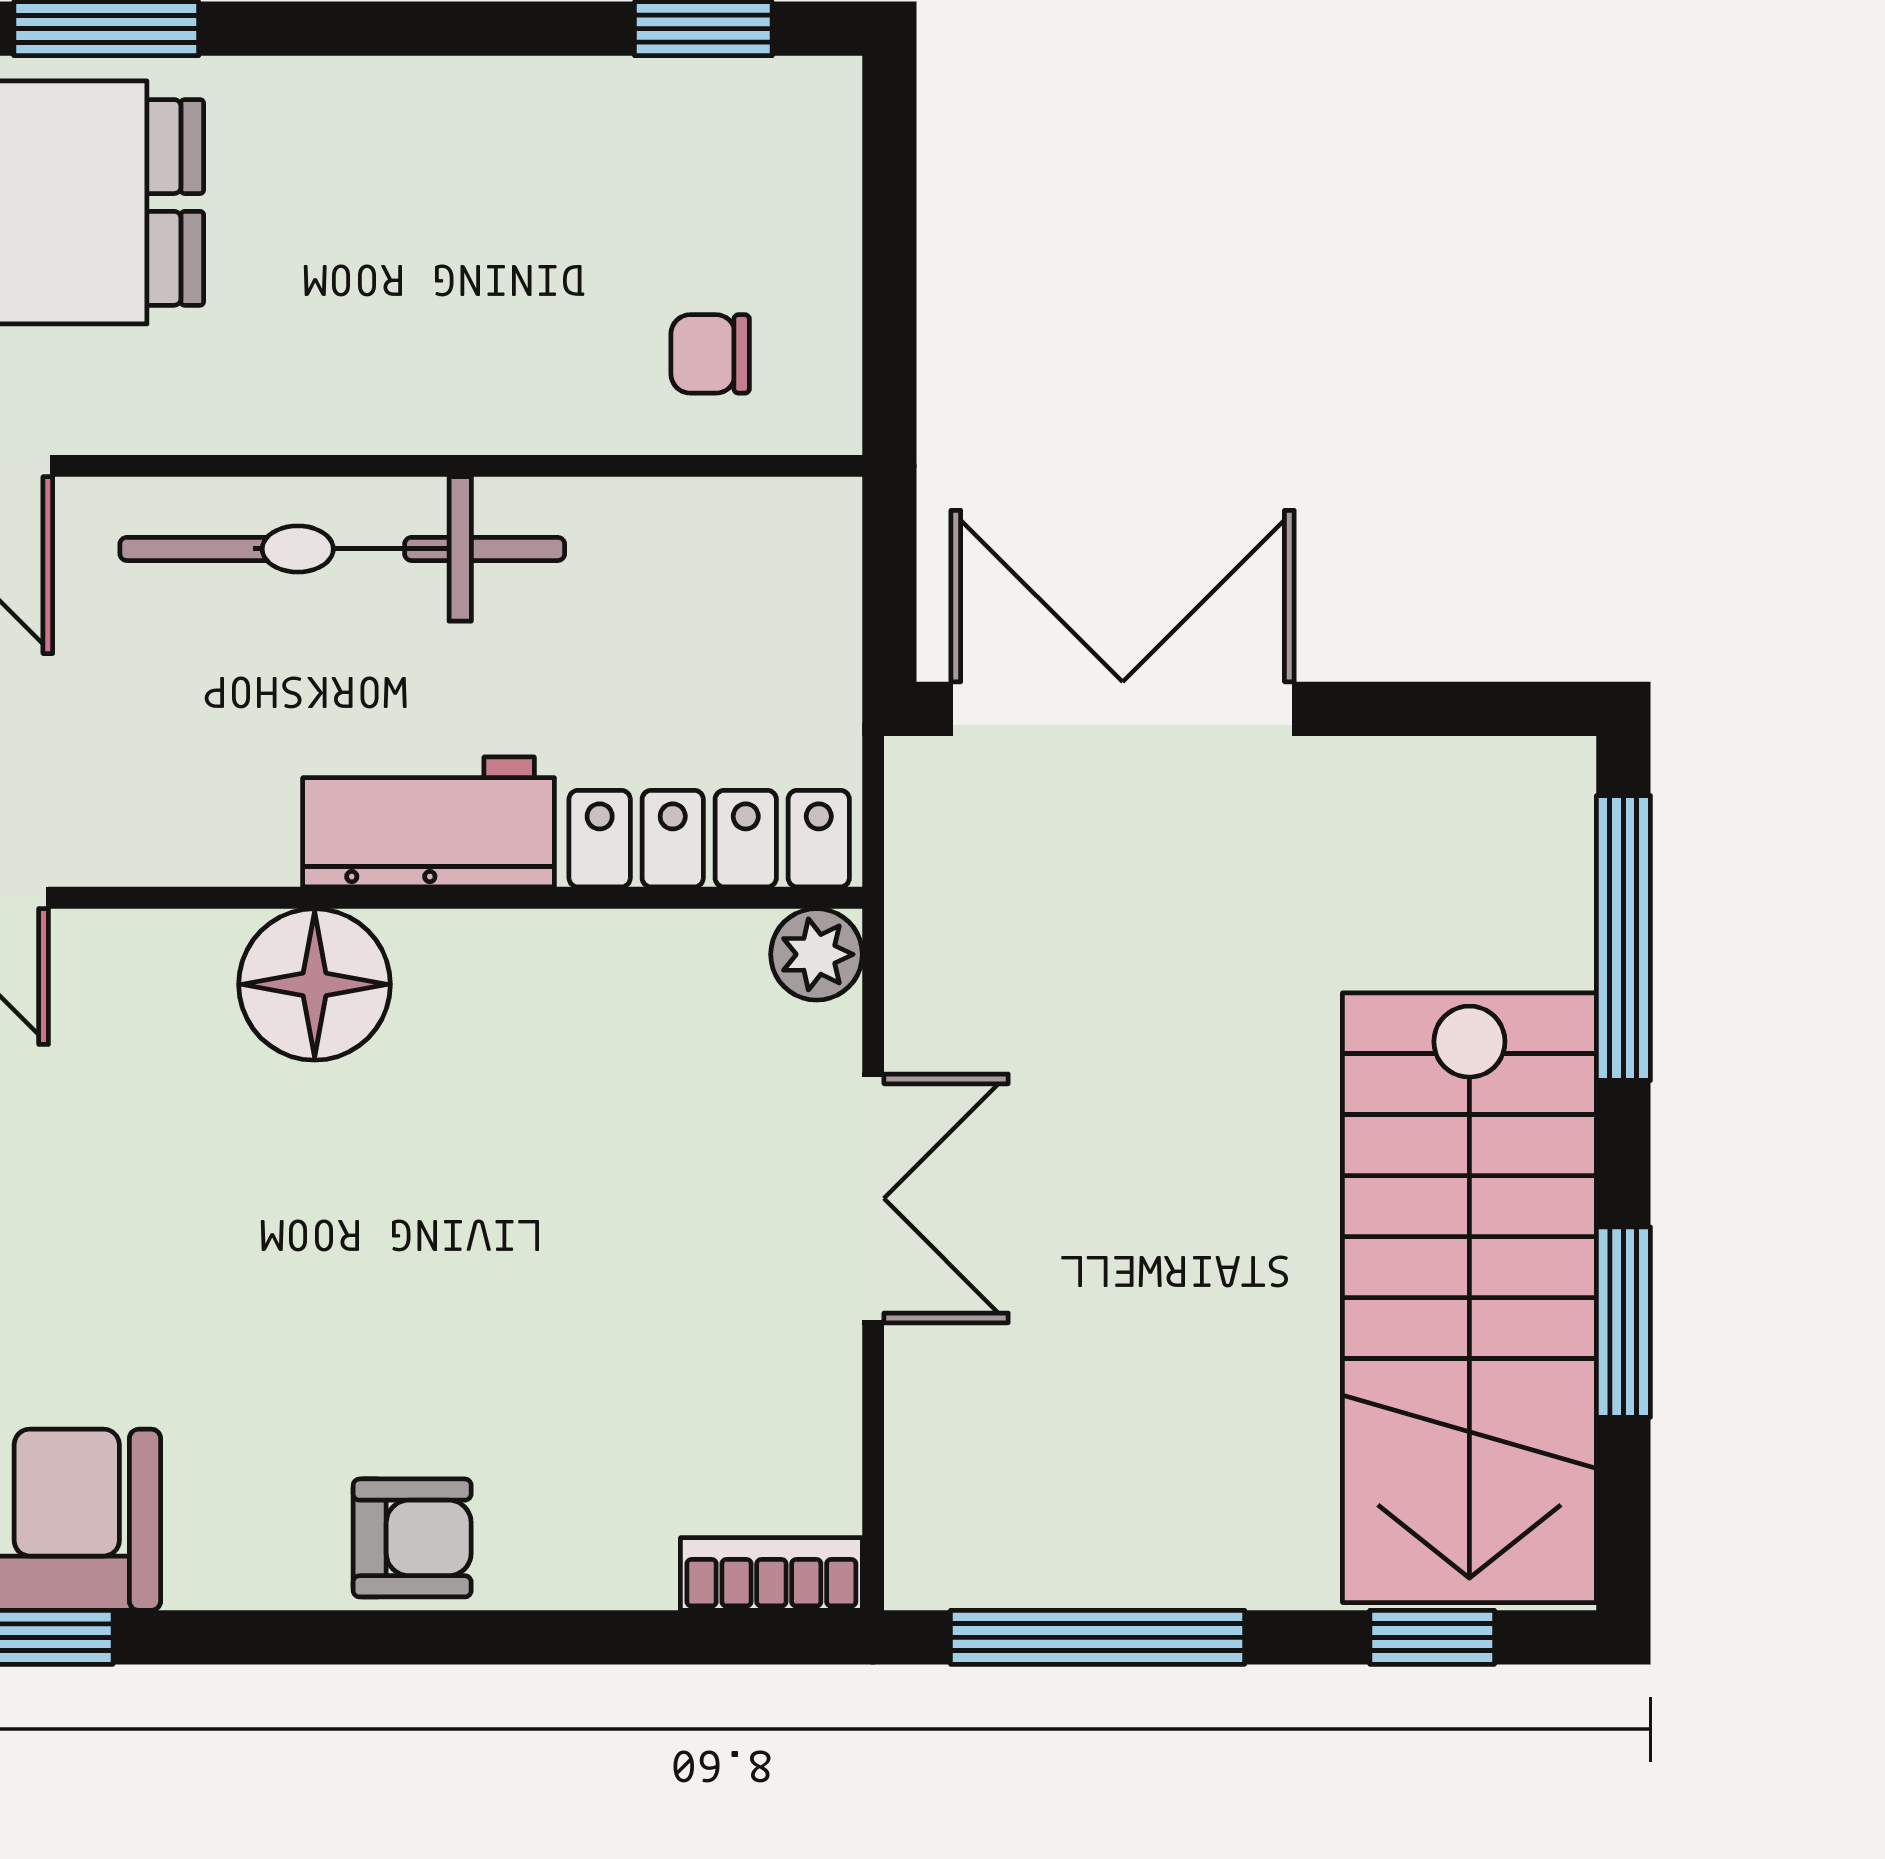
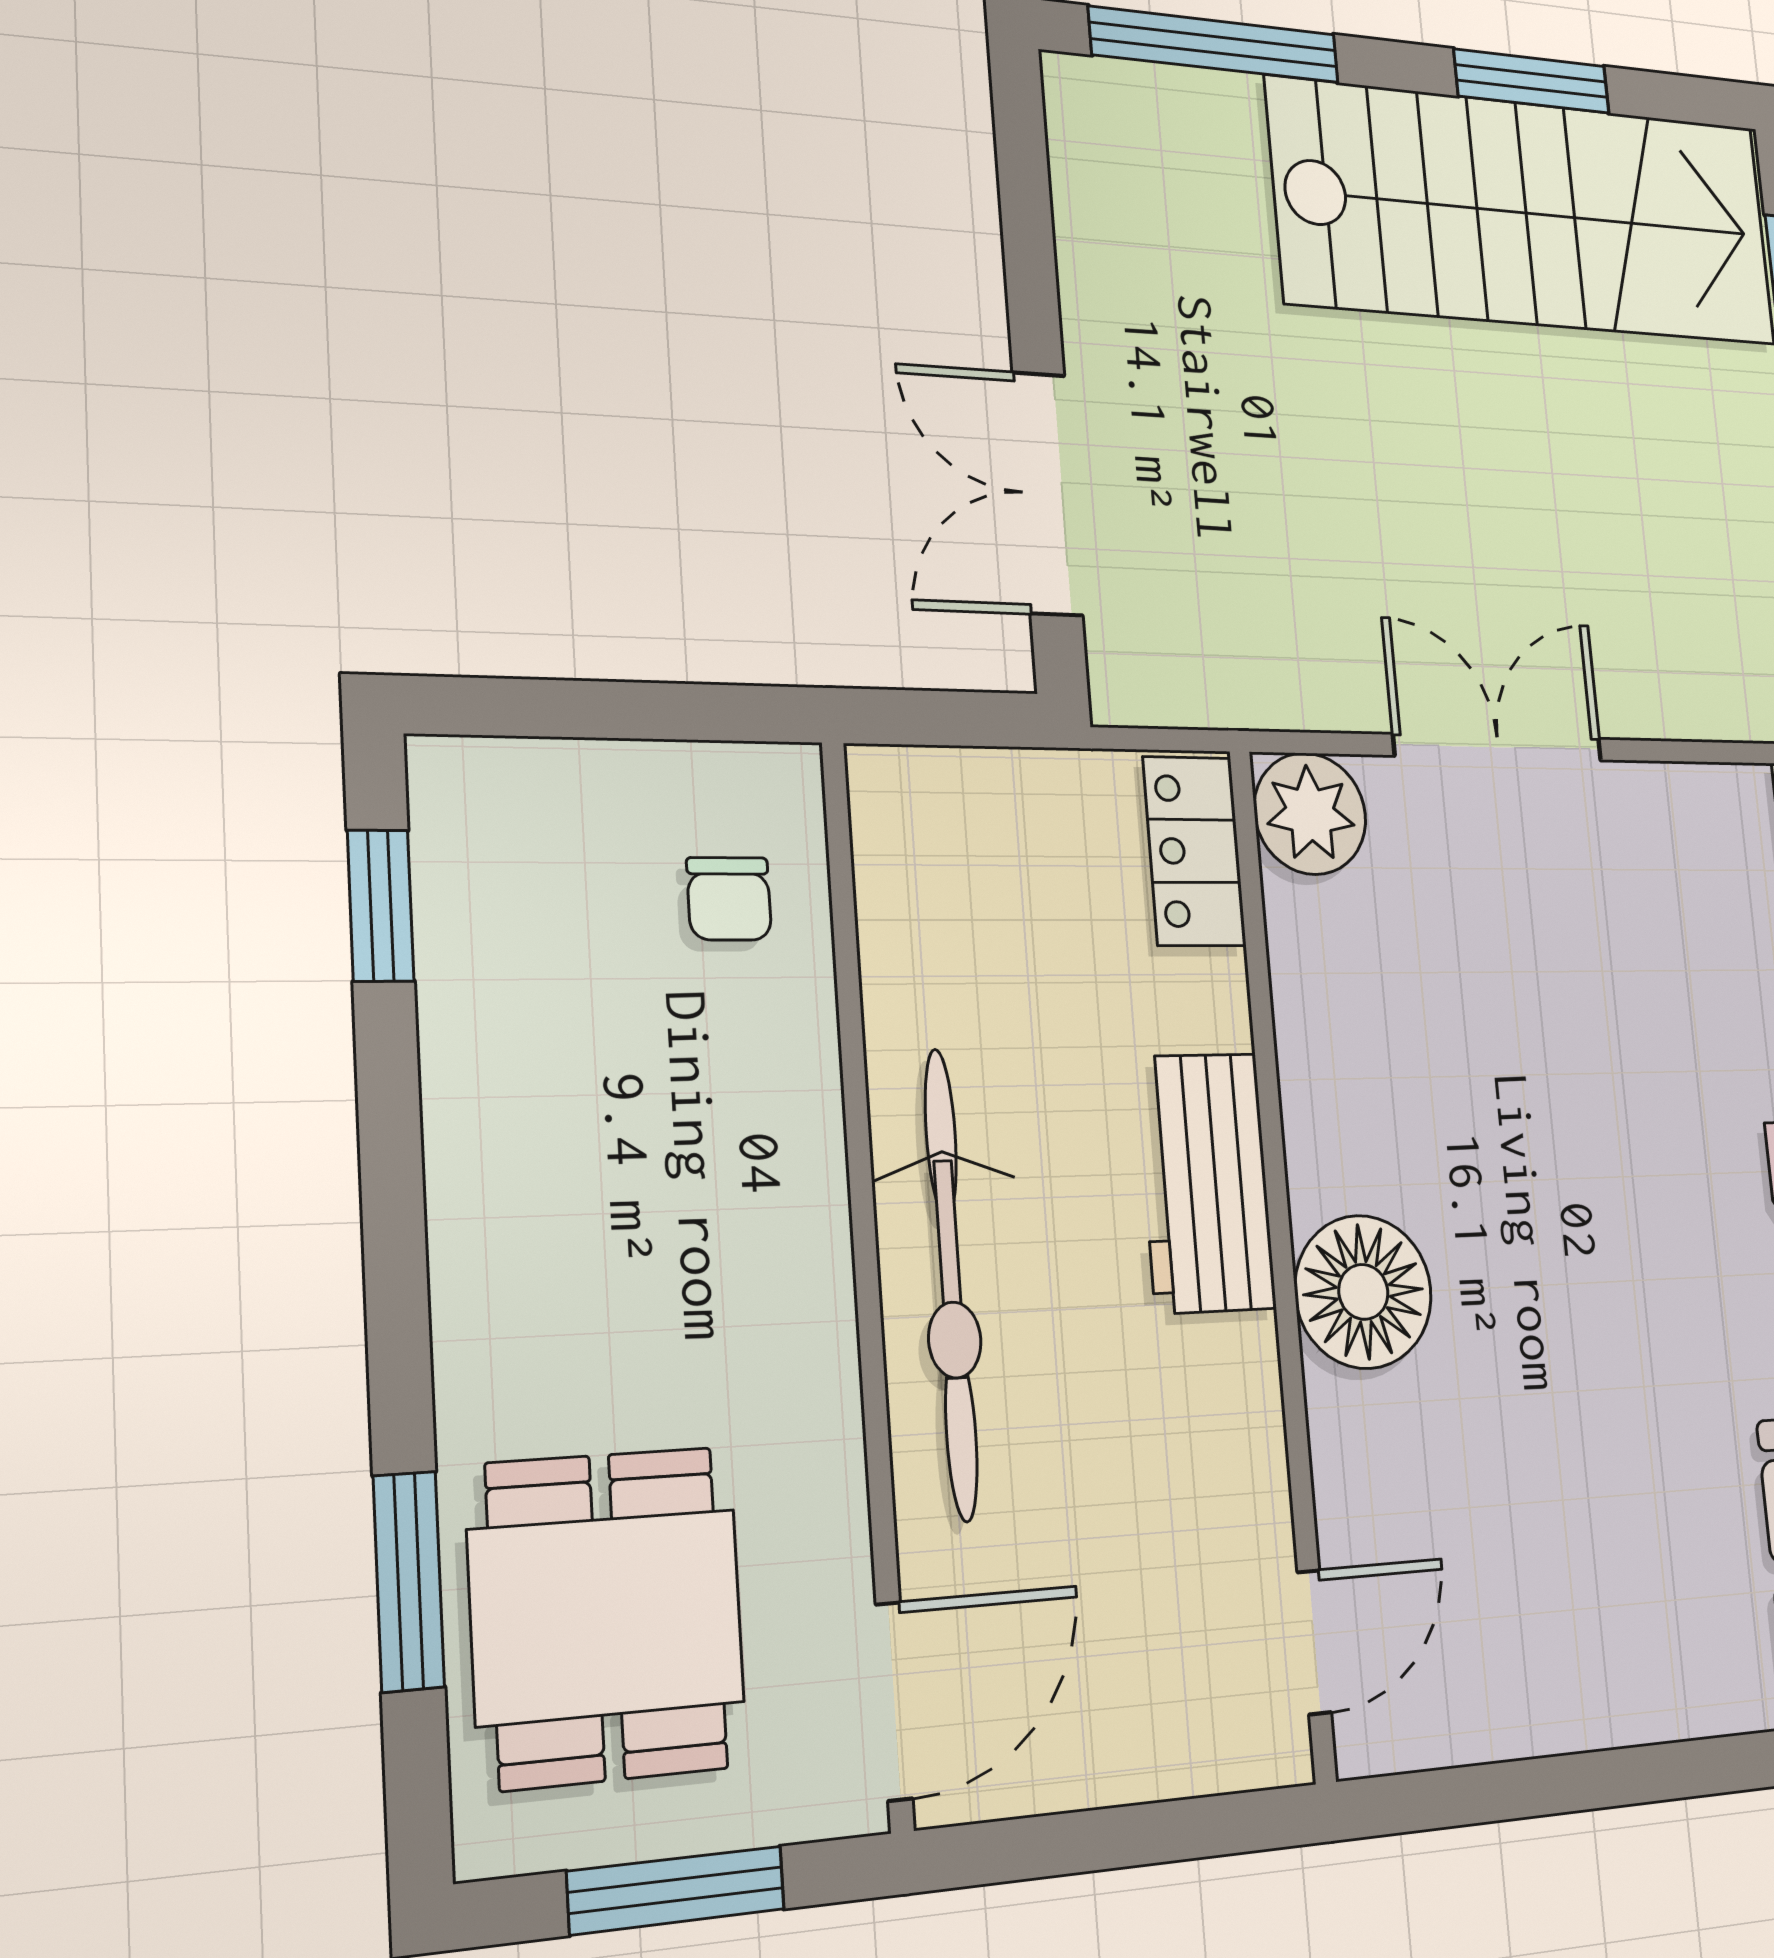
double door: (1123, 709) -> (1048, 494), width x0.73
locker: (709, 839) -> (1194, 851), width x0.66
plant: (816, 954) -> (1310, 814), width x1.38, depth x1.38

